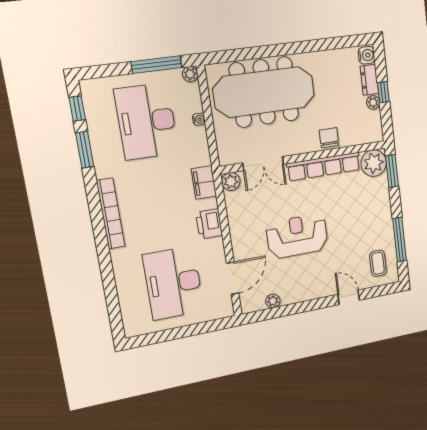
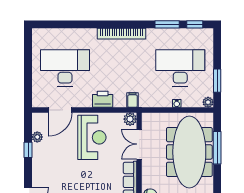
window: (253, 53) -> (217, 148), added
window: (156, 65) -> (217, 81), width x0.69
filing cabinet: (204, 182) -> (133, 100), width x0.50
reception desk: (297, 236) -> (92, 137), moved
door: (233, 278) -> (60, 110), hinge flipped
window: (291, 309) -> (28, 150), added

